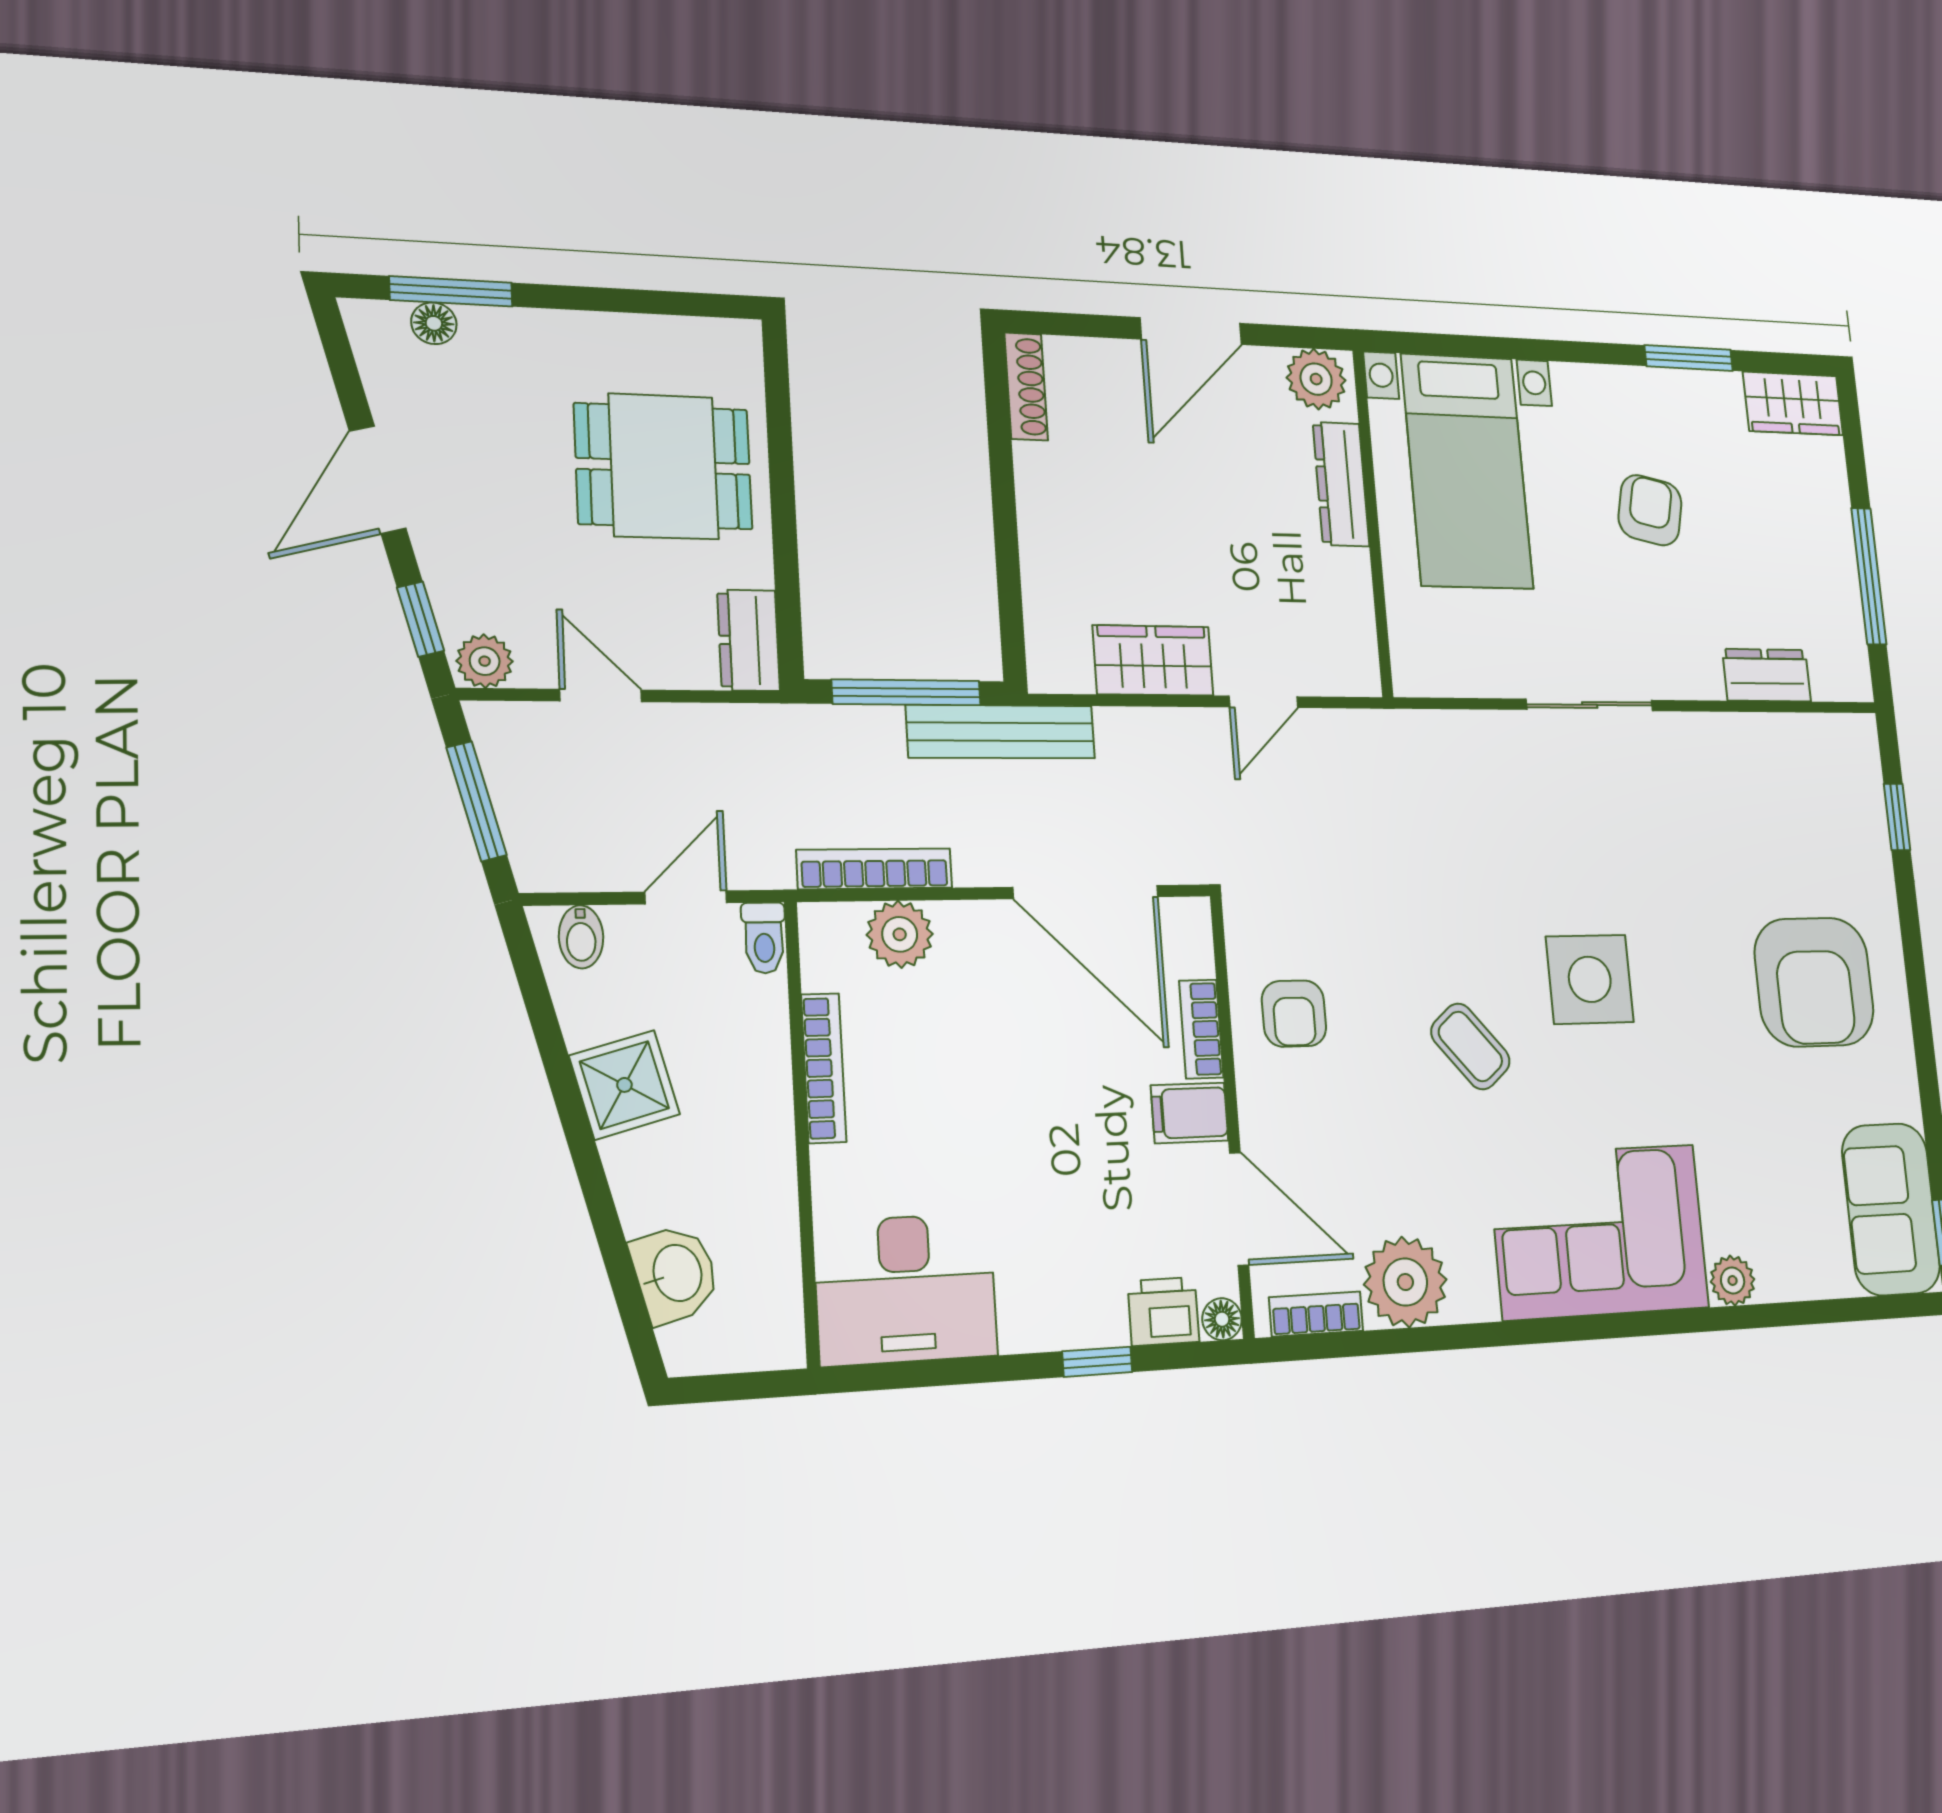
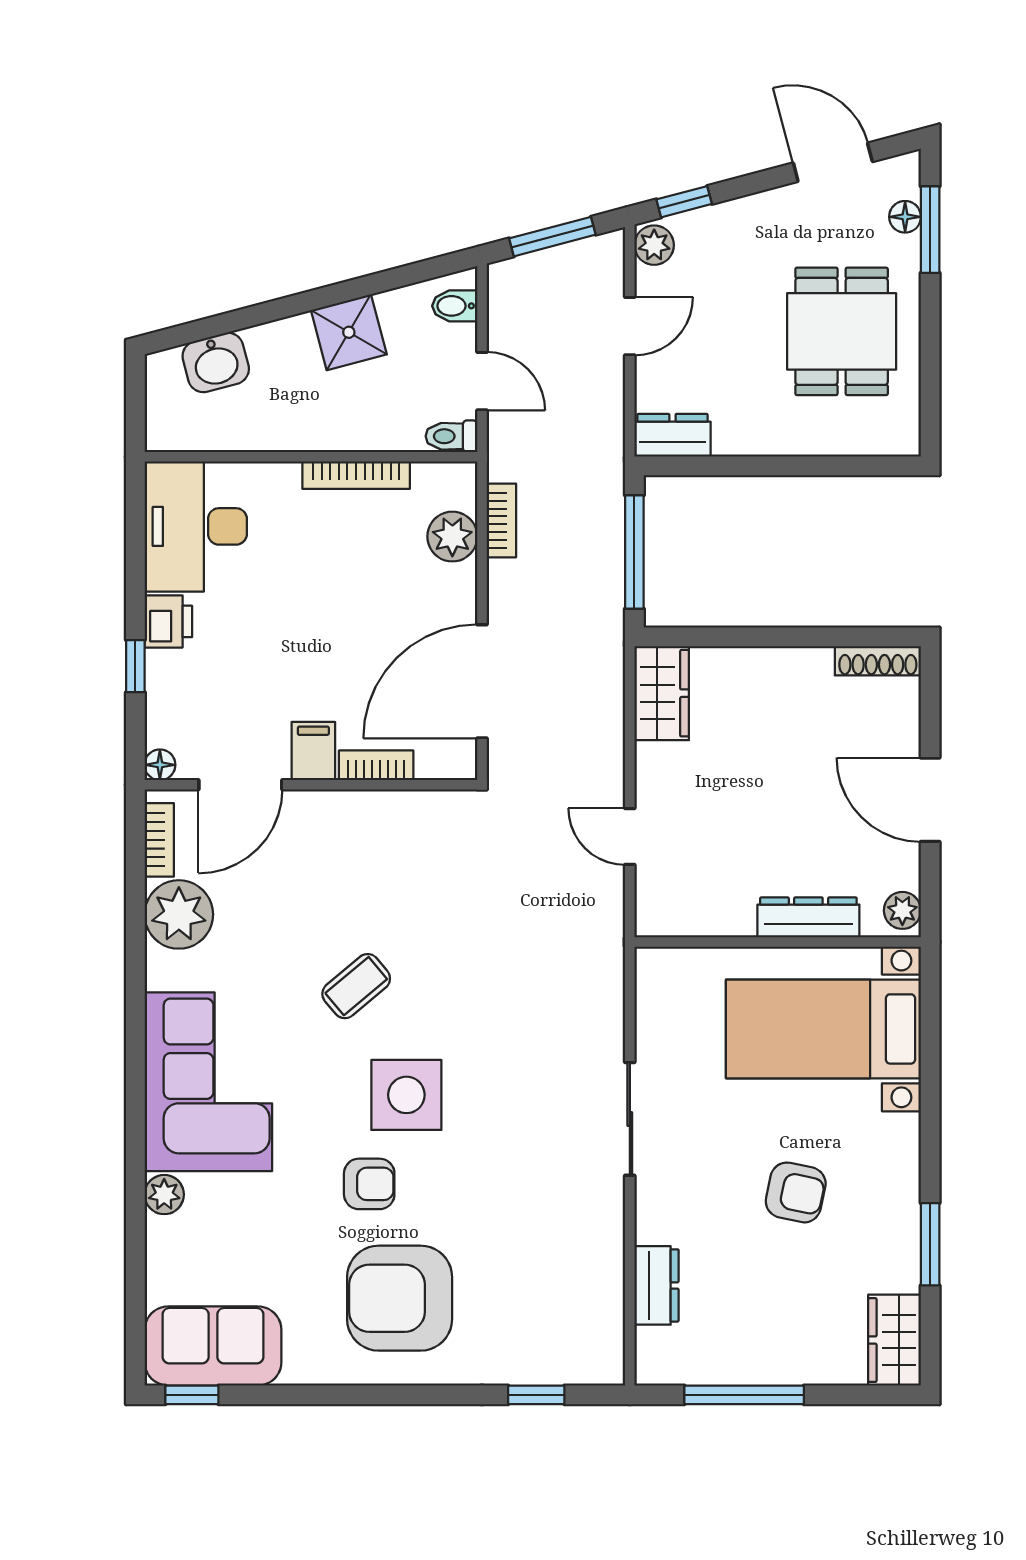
plant: (1316, 379) -> (902, 910), width x0.73, depth x0.73
dining table: (664, 466) -> (842, 331), moved
door: (378, 480) -> (833, 162), moved
wardrobe: (1153, 660) -> (662, 693), moved
bench: (1001, 732) -> (605, 623), removed
bookcase: (875, 869) -> (501, 520), width x0.64
armchair: (1294, 1014) -> (369, 1184), moved, turned 180
printer: (1163, 1311) -> (168, 621), moved

